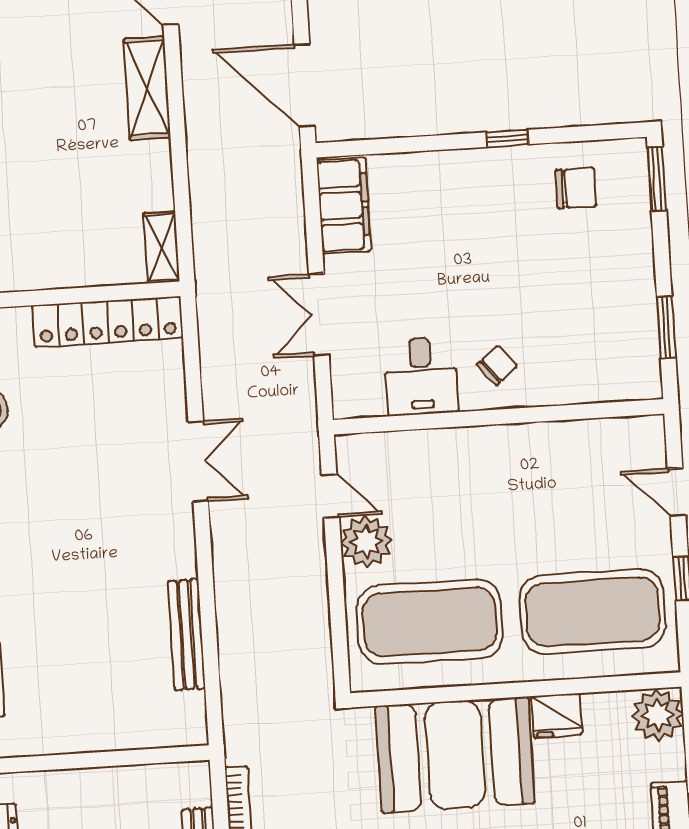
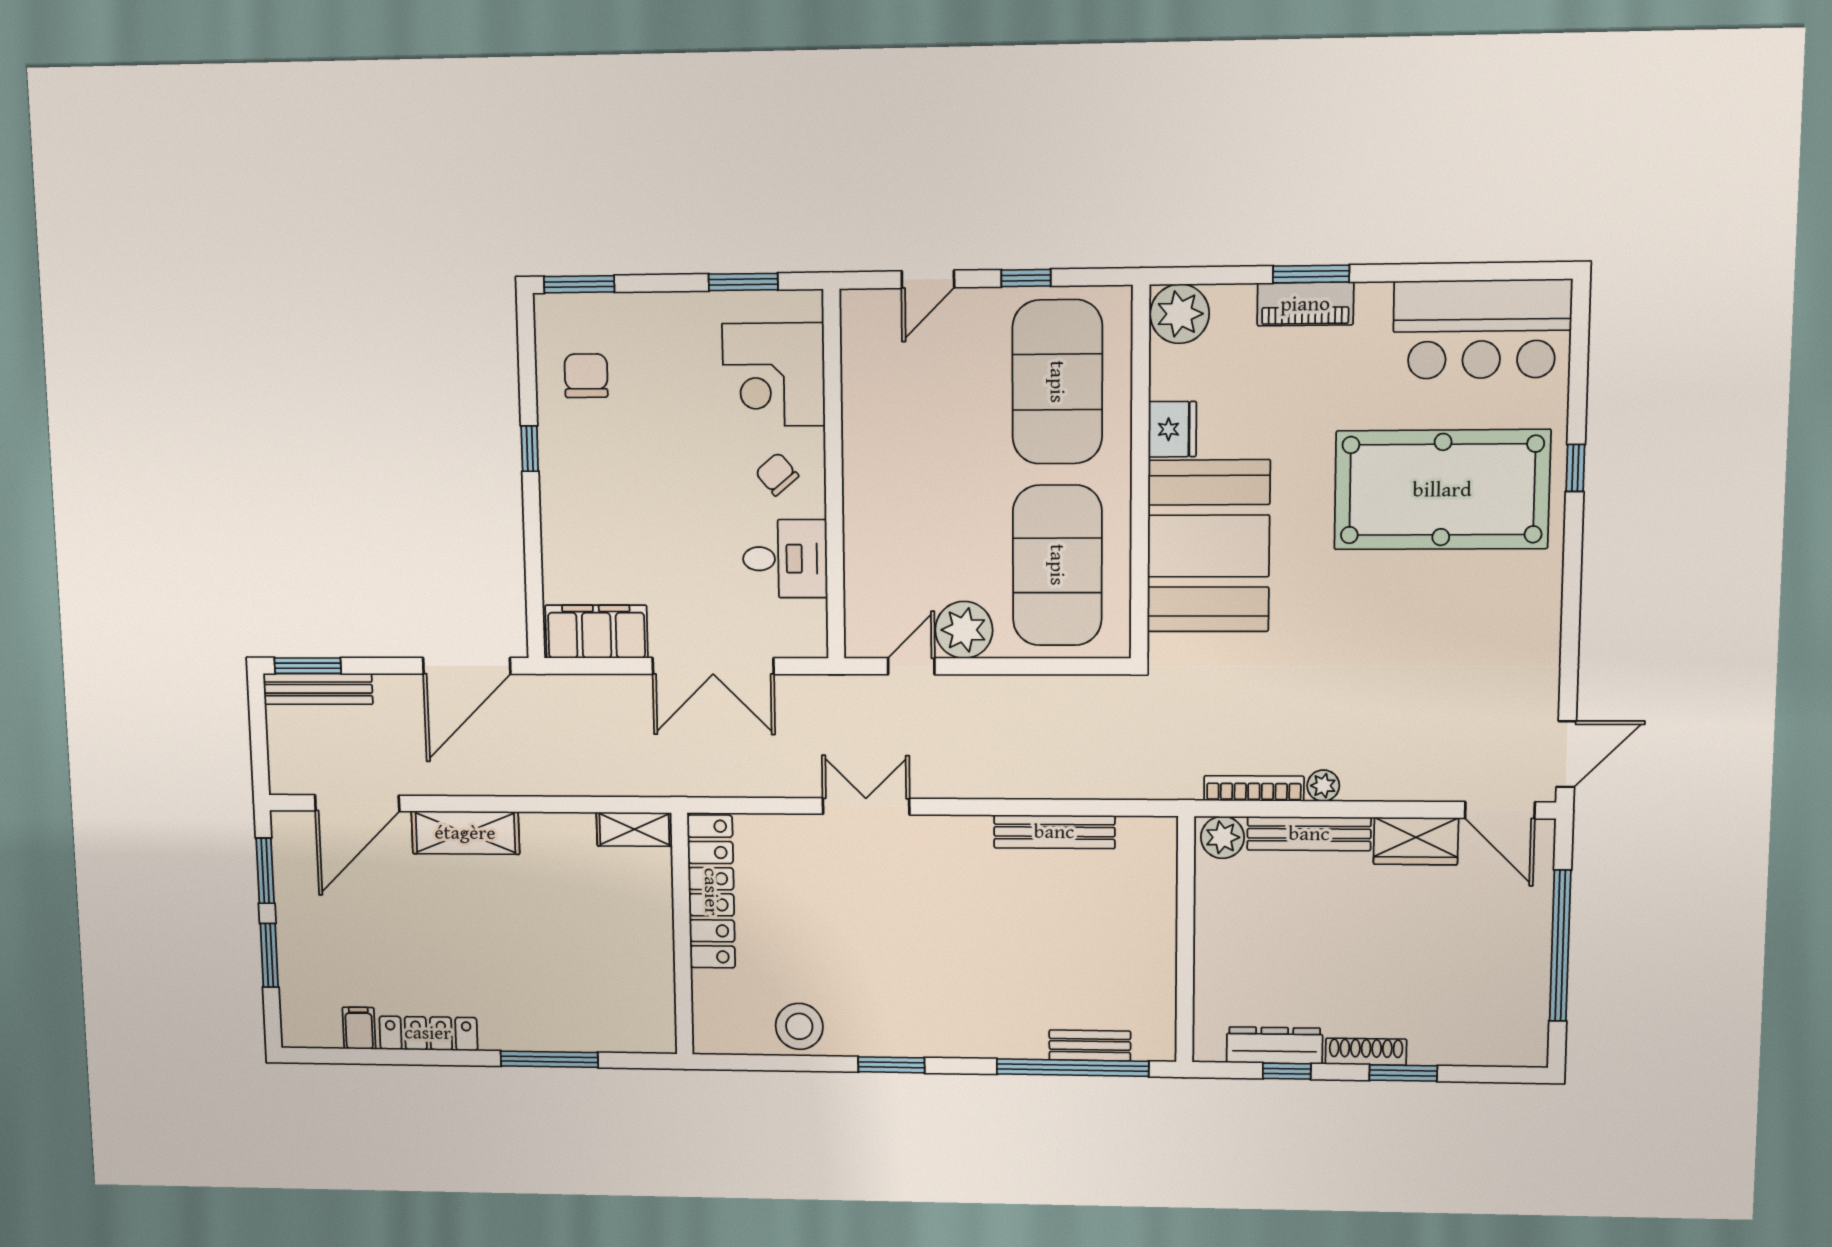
double door: (319, 314) -> (713, 666), width x1.37
corner desk: (586, 358) -> (774, 375), added
plant: (192, 786) -> (1222, 837), added

